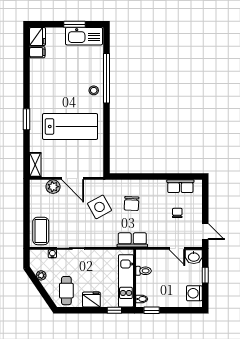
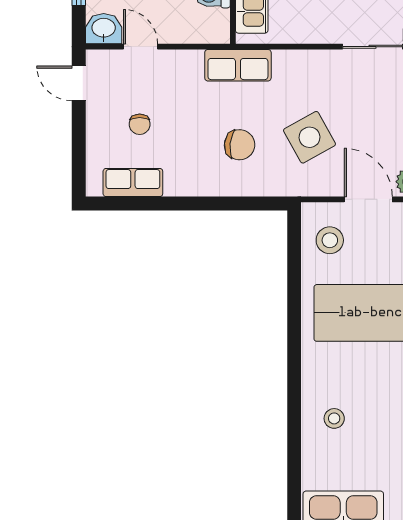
window: (107, 78) -> (294, 418), removed
stool: (94, 90) -> (334, 418), moved
stool: (90, 160) -> (330, 240), added
chair: (132, 204) -> (240, 145), turned 93

